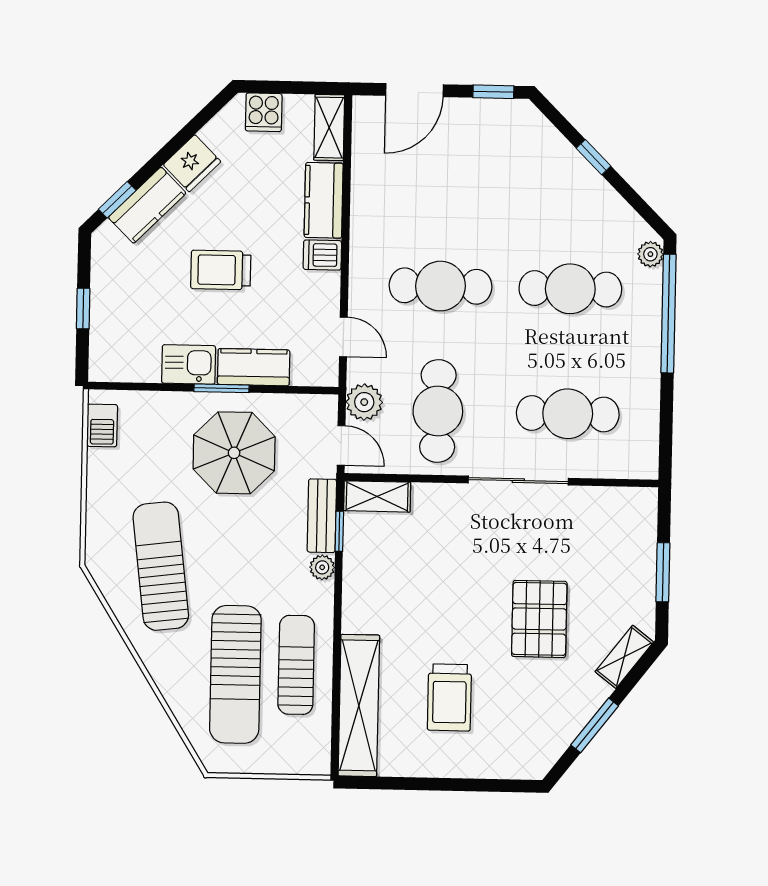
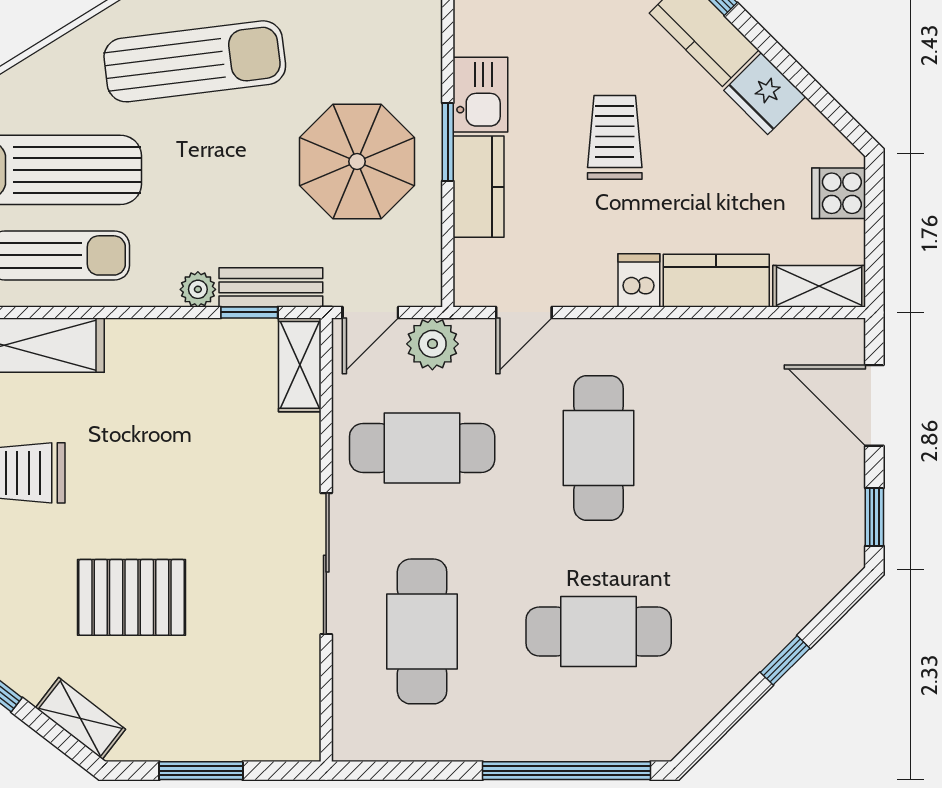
plant: (650, 254) -> (650, 743), removed
cafe table: (570, 289) -> (599, 631), turned 90

